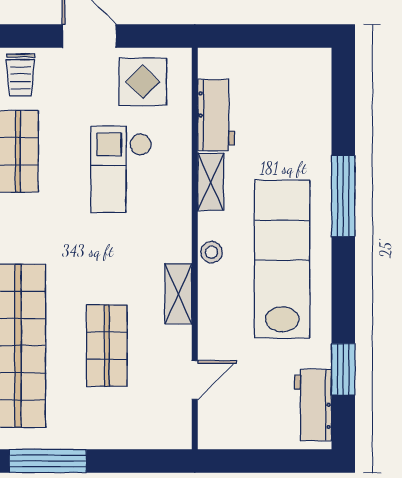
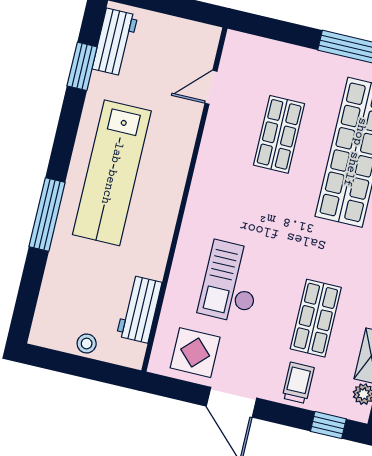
checkout: (121, 169) -> (231, 282), turned 180
shelving: (211, 182) -> (157, 253), removed
stool: (212, 252) -> (87, 344), moved
shelving: (178, 294) -> (208, 164), removed

